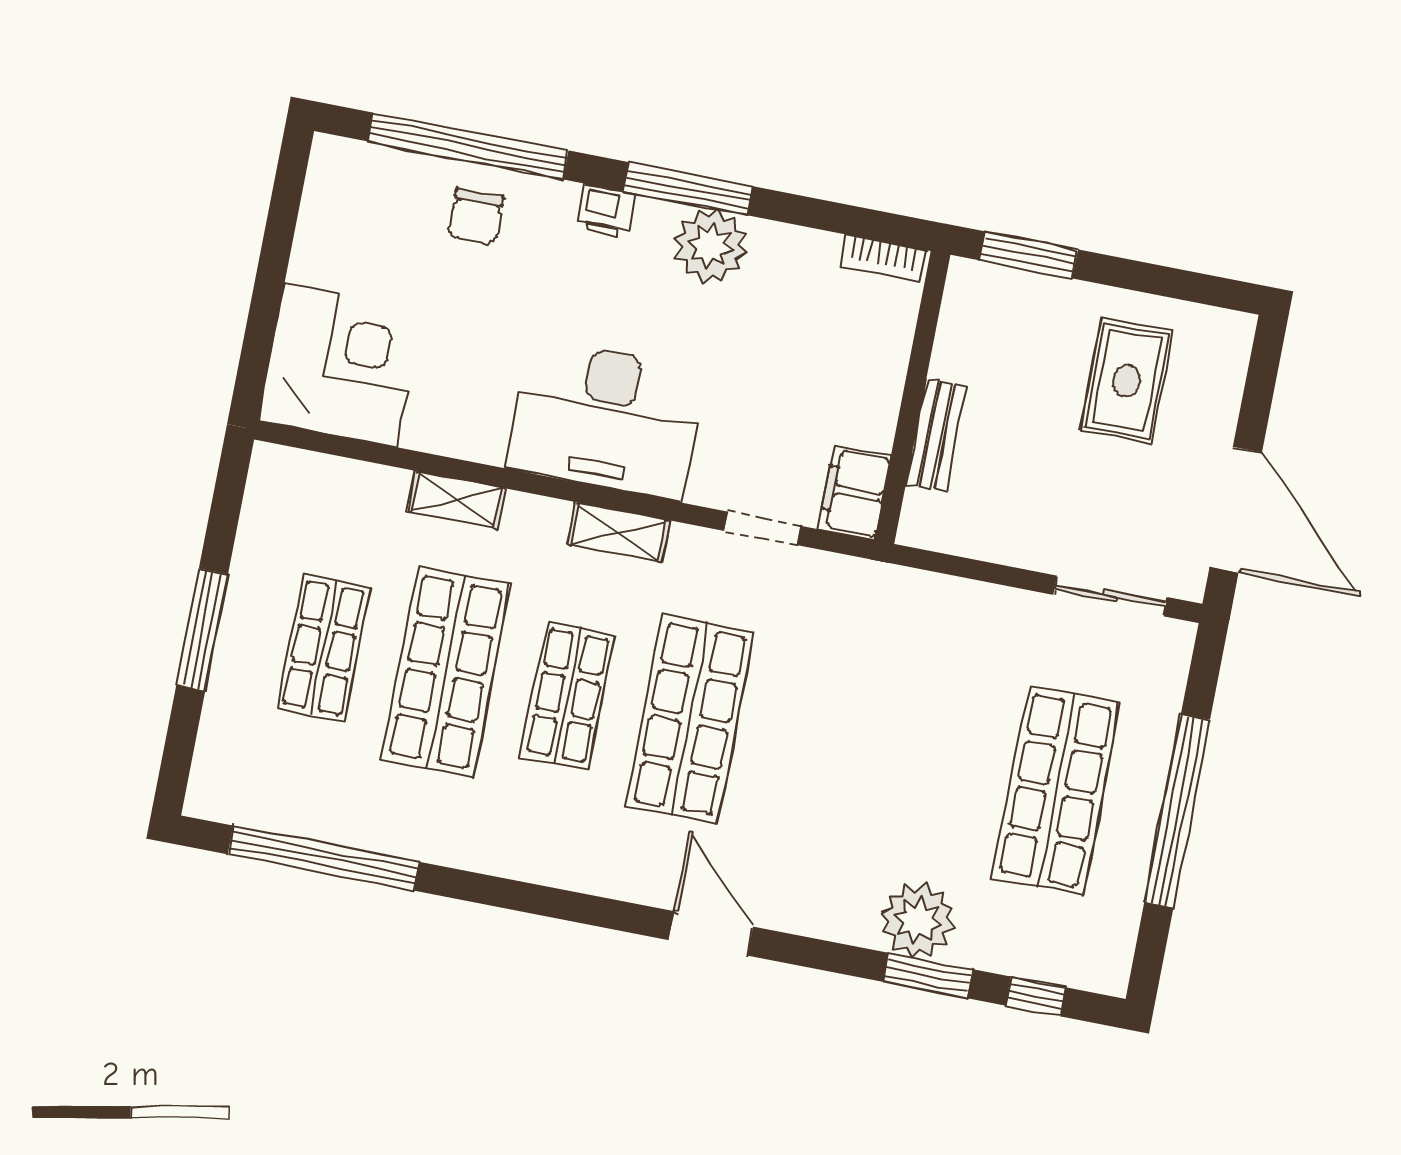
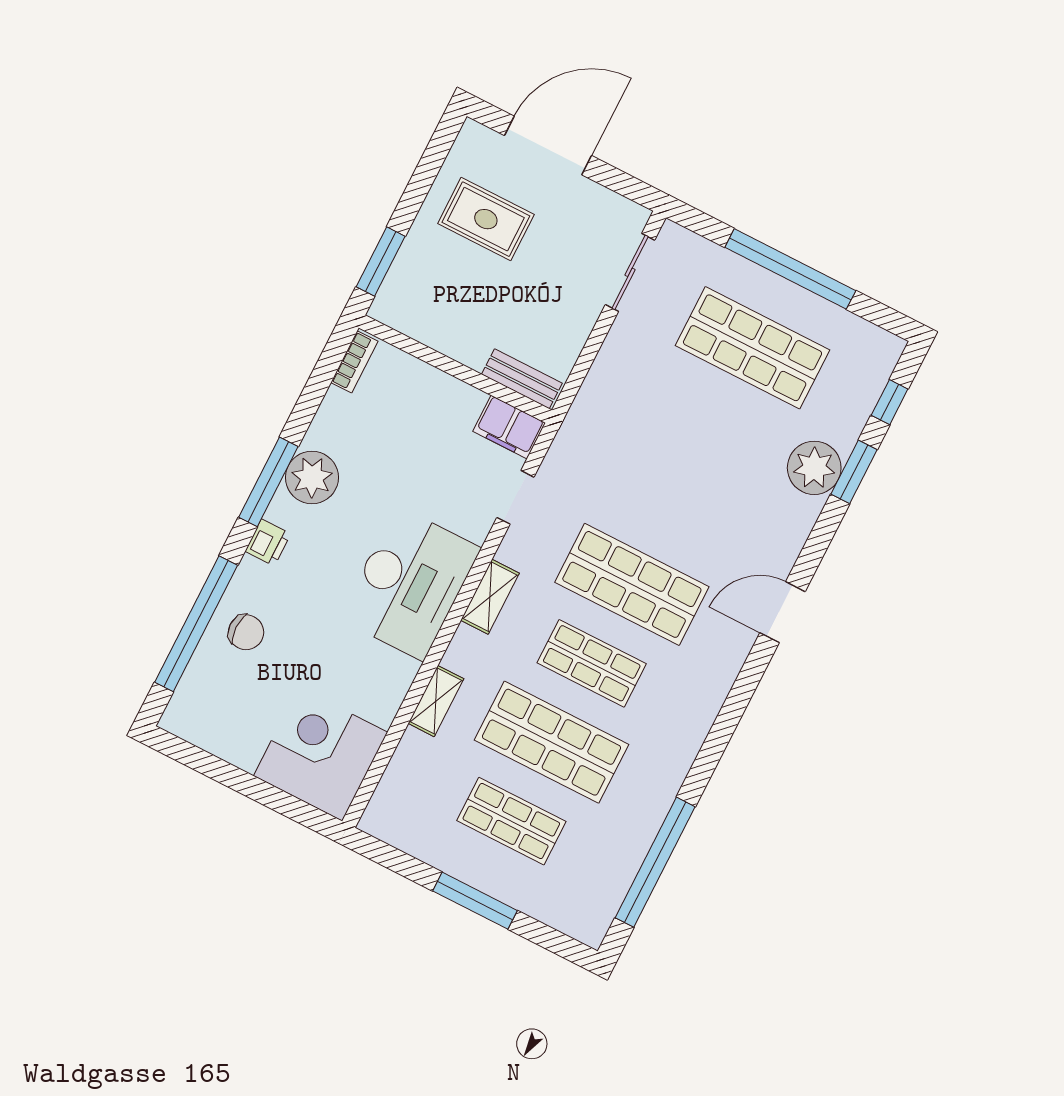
bench: (936, 435) -> (522, 379), moved
door: (1236, 510) -> (548, 145), moved

